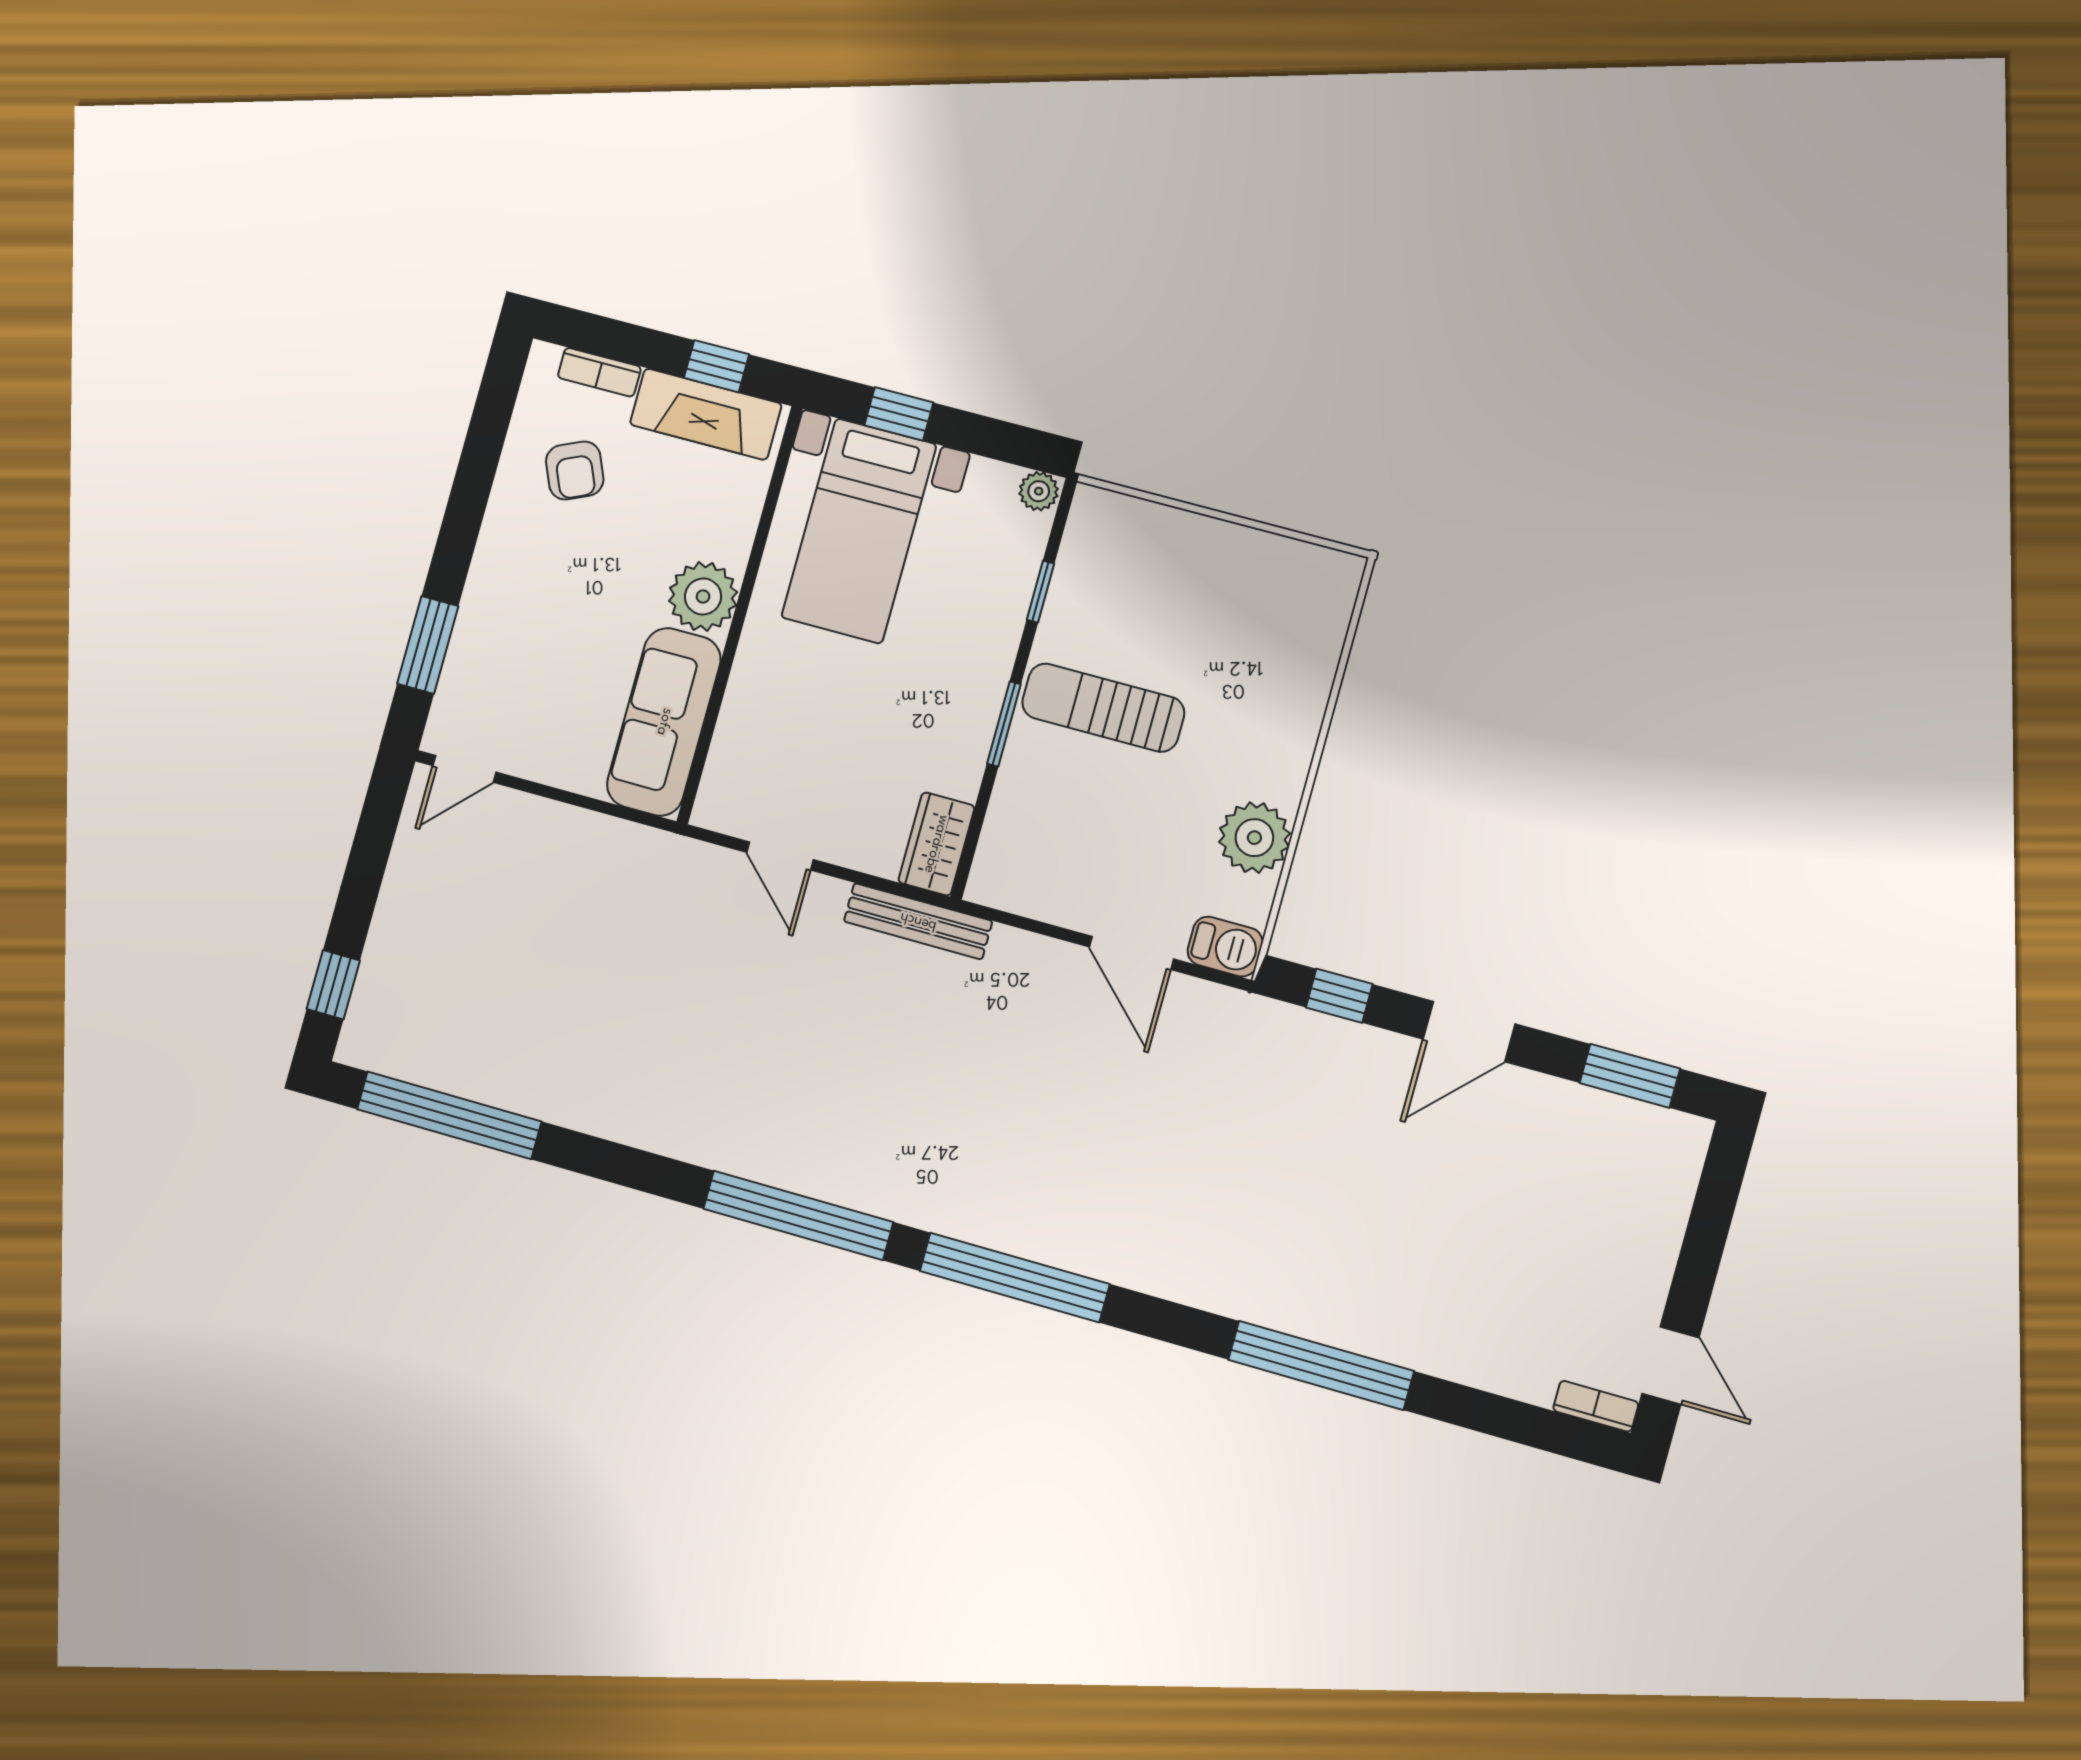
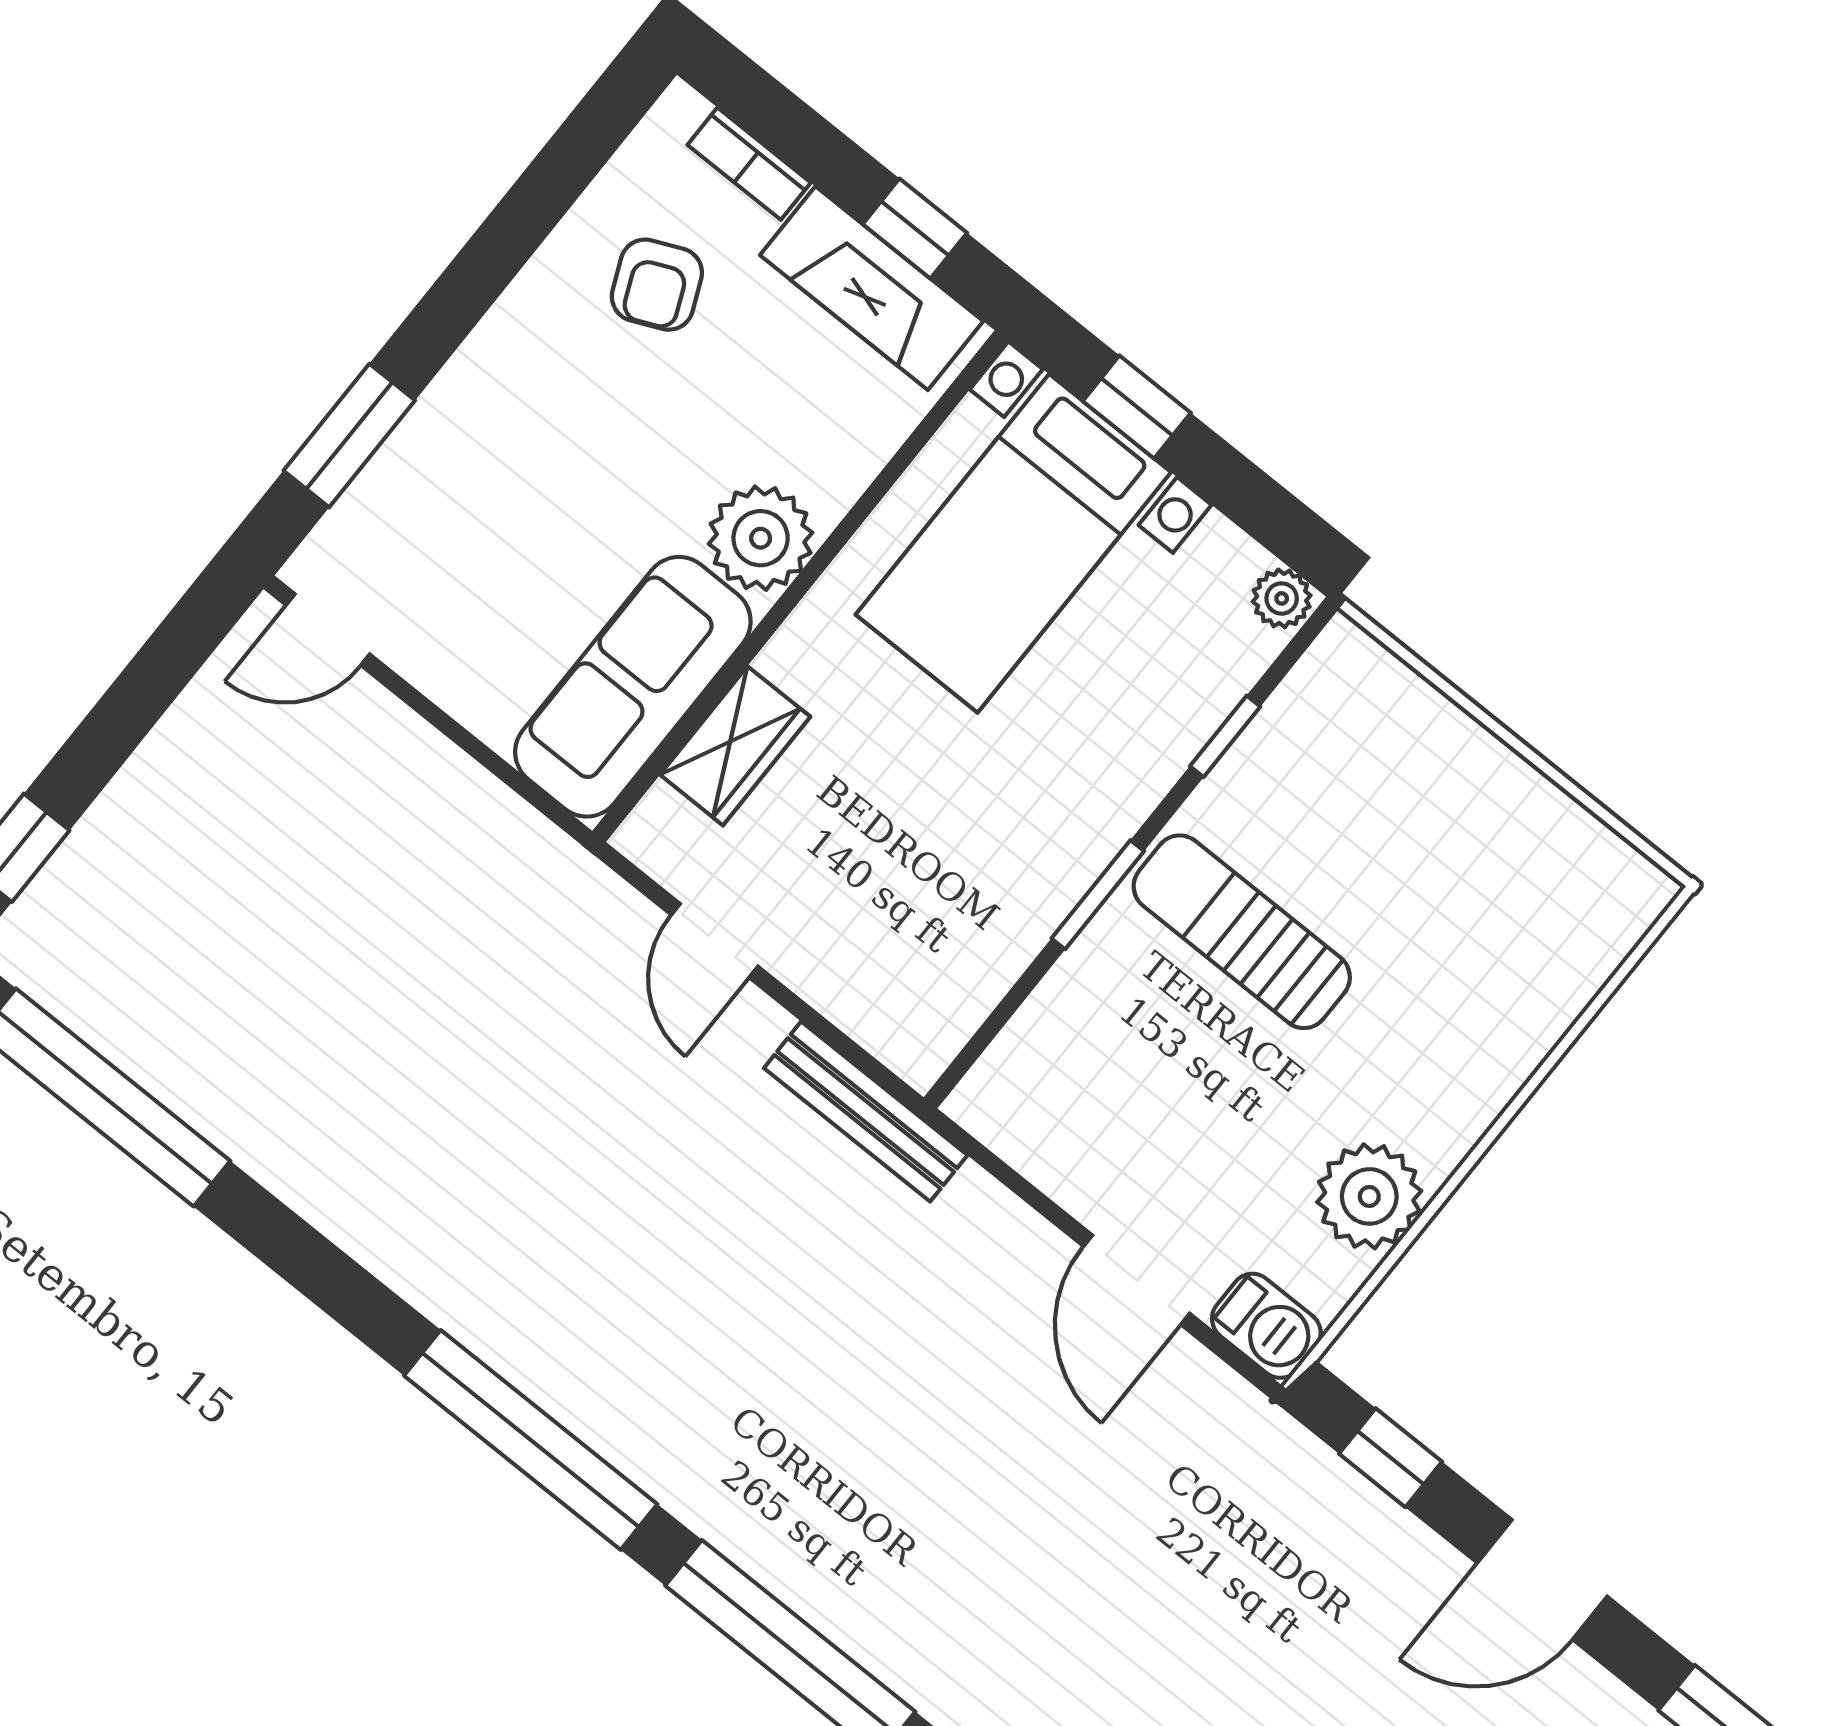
wardrobe: (936, 844) -> (735, 746), moved, turned 180

